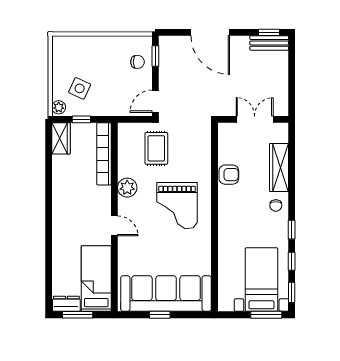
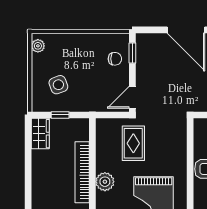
side table: (80, 88) -> (58, 85), turned 45
plant: (59, 107) -> (38, 46), moved
bookcase: (104, 154) -> (82, 172), moved

